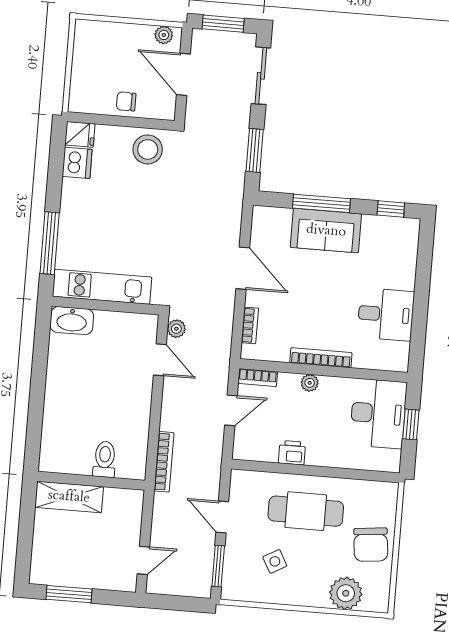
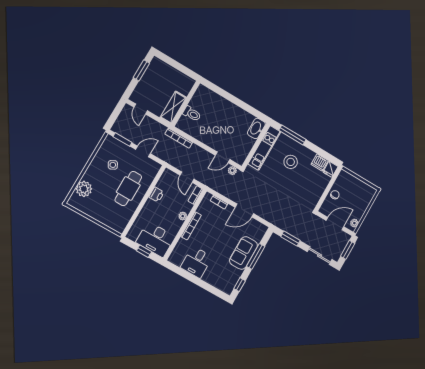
stool: (148, 149) -> (291, 162), moved
shelving: (69, 497) -> (173, 108), moved
chair: (371, 545) -> (100, 210), removed

